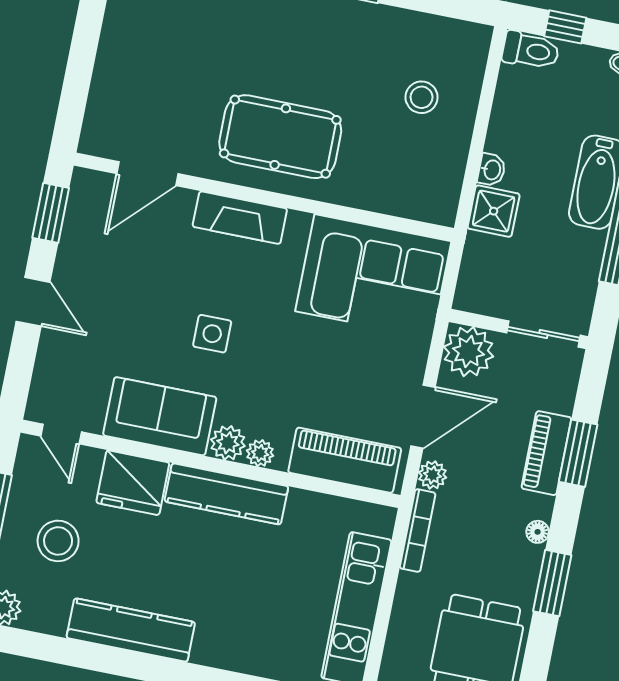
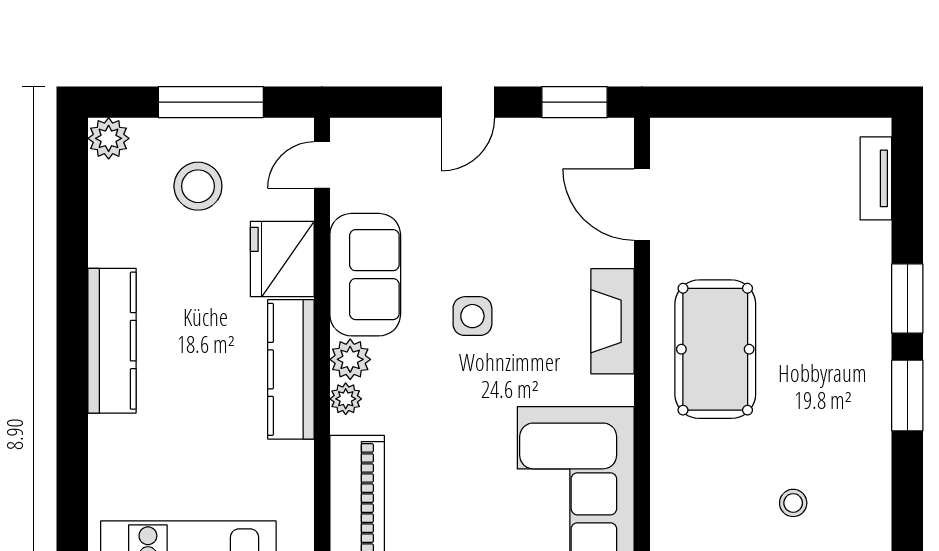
stool: (422, 97) -> (793, 503), width x0.73, depth x0.73
kitchen counter: (131, 630) -> (112, 341), moved

